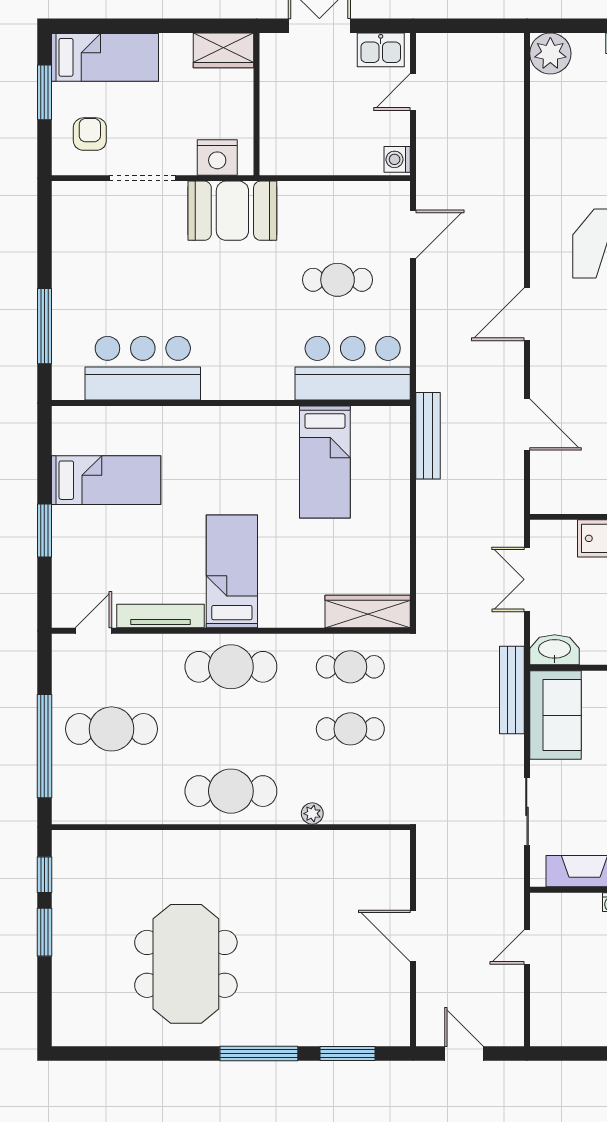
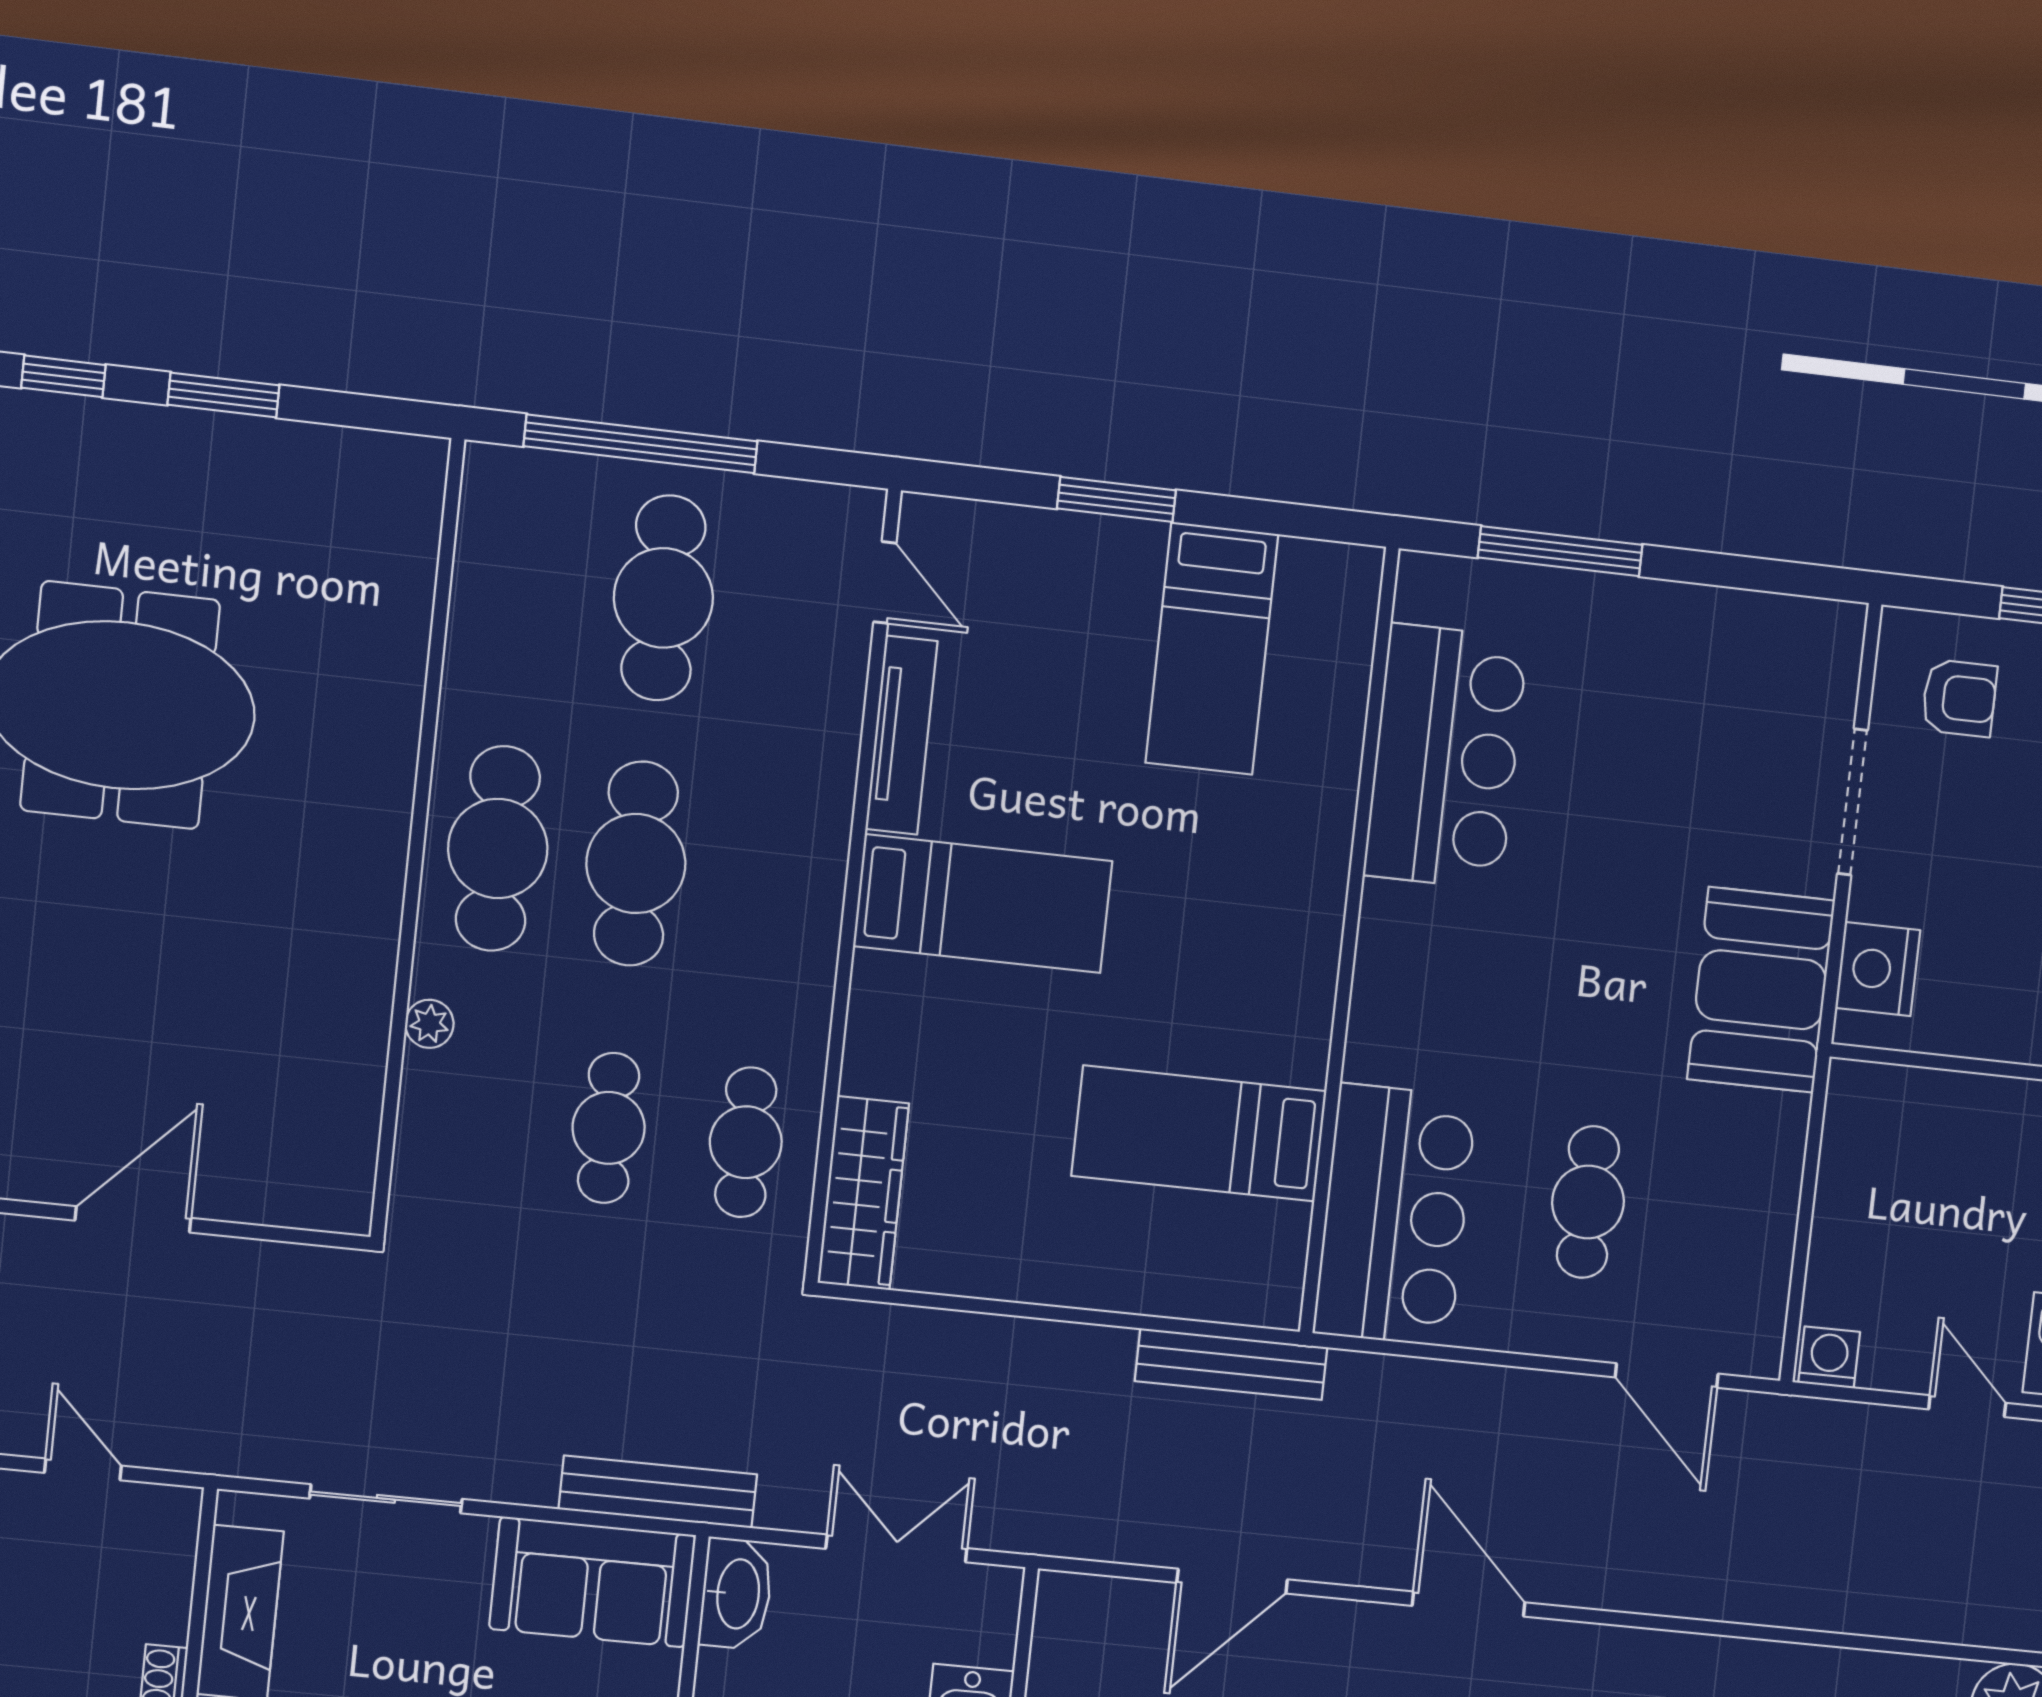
cafe table: (231, 667) -> (636, 864), moved
window: (44, 875) -> (63, 376), moved

